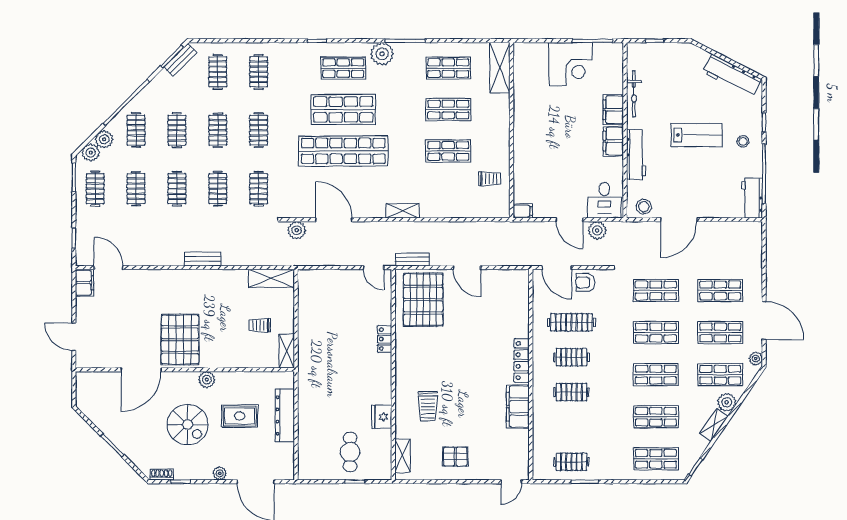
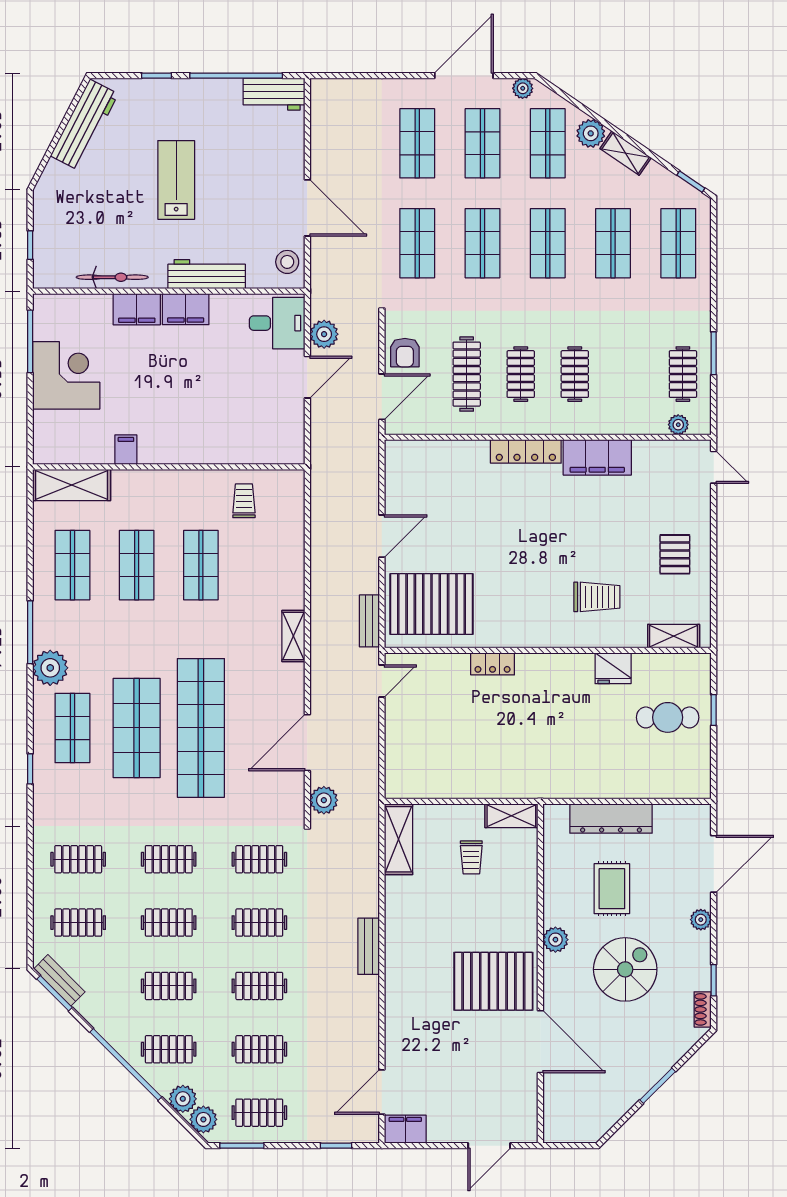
stool: (743, 141) -> (186, 108), removed
filing cabinet: (523, 211) -> (126, 450), moved
plant: (539, 459) -> (678, 425), added

